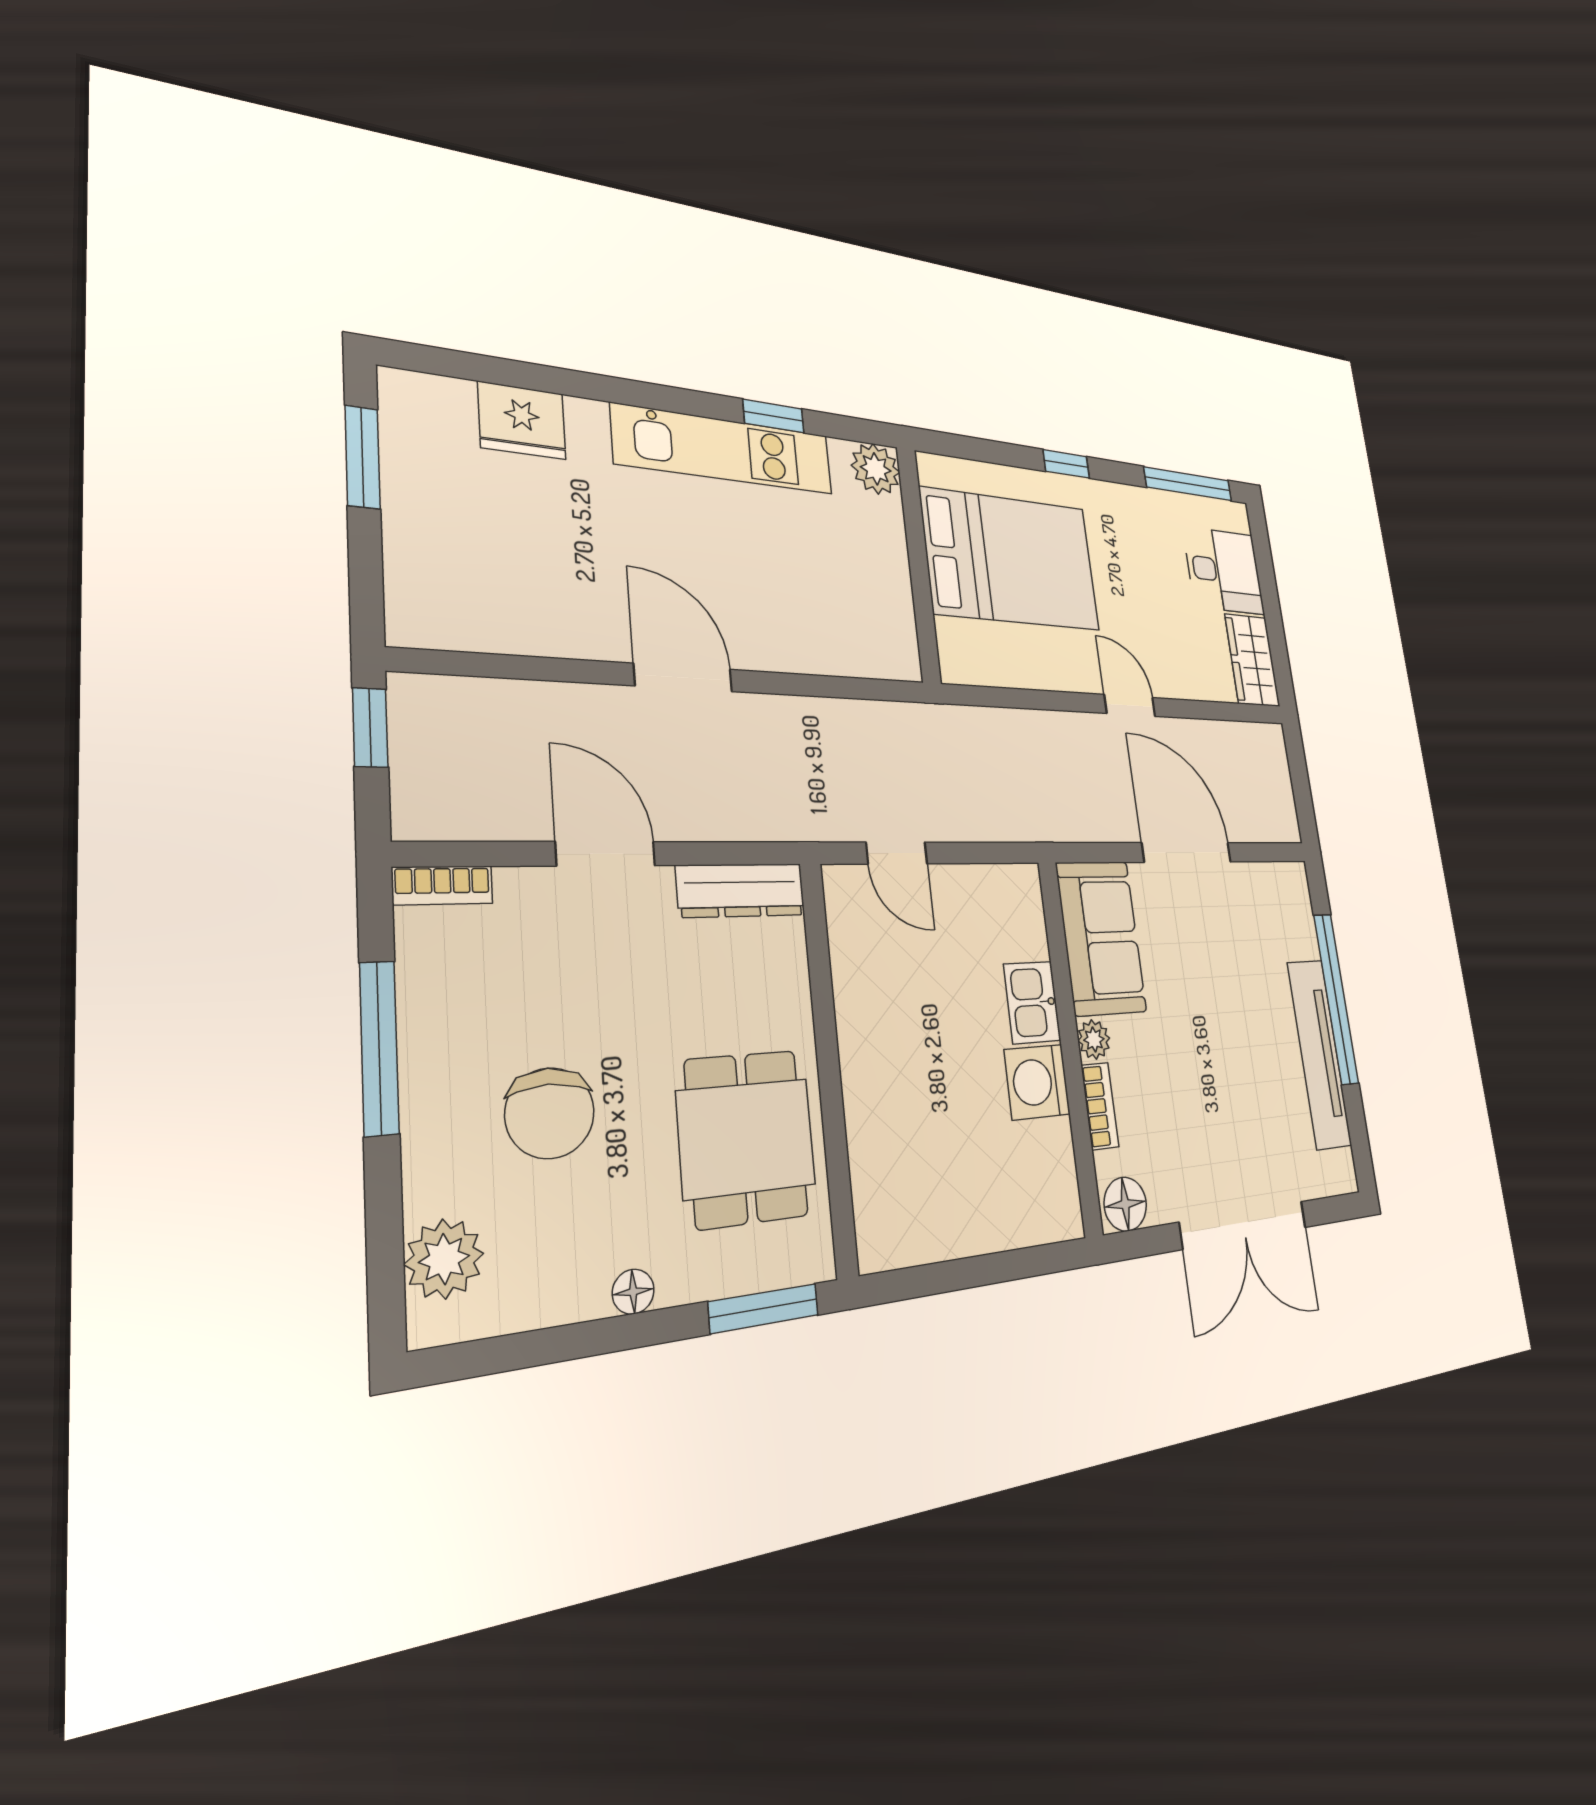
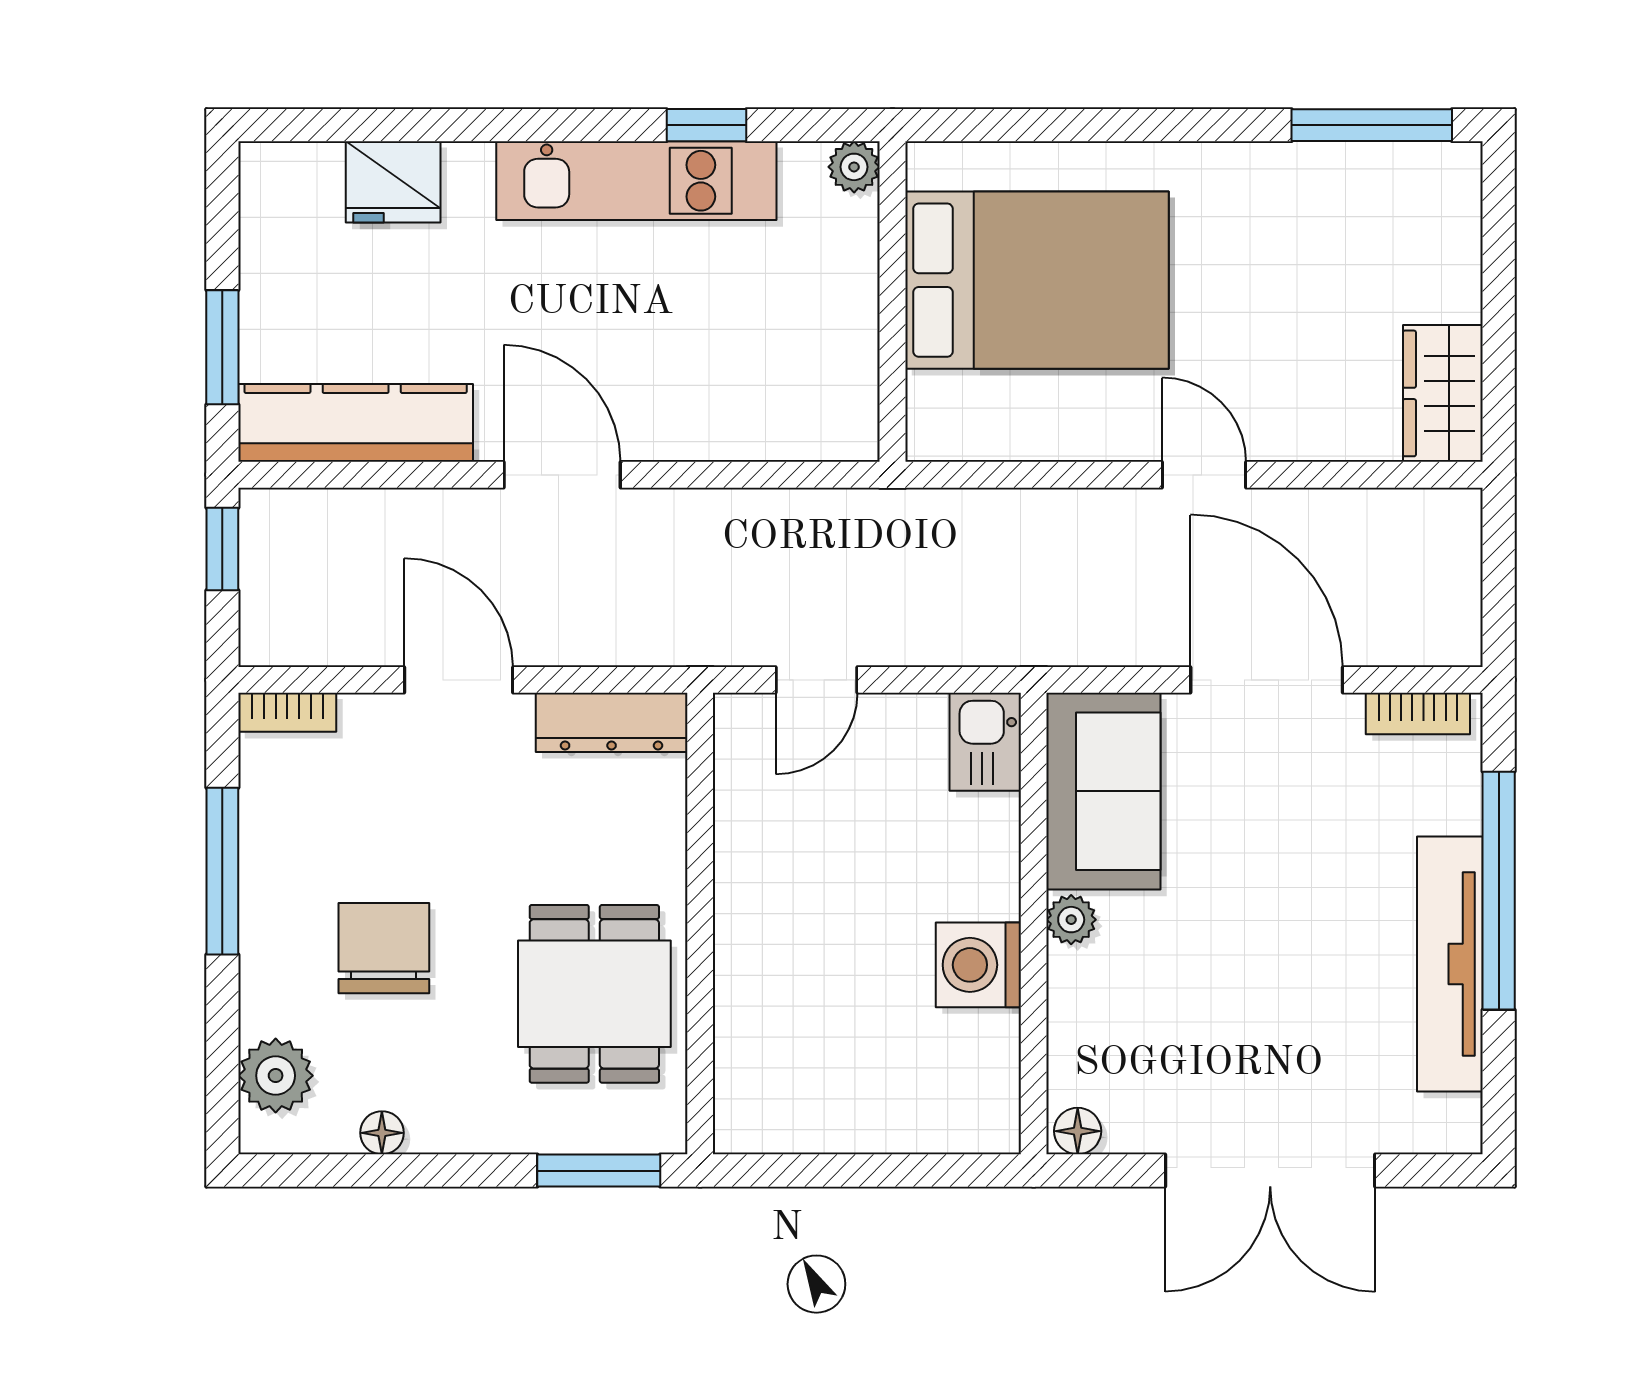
window: (363, 457) -> (222, 347), moved
window: (1066, 464) -> (1152, 125), removed
plant: (876, 469) -> (854, 167), width x0.73, depth x0.73
desk: (1224, 571) -> (1415, 257), removed
kitchen counter: (498, 620) -> (356, 423), added
door: (897, 853) -> (817, 680), hinge flipped
kitchen sink: (1032, 1002) -> (985, 742), moved
bookcase: (1100, 1106) -> (1418, 714), moved, turned 90
chair: (550, 1113) -> (384, 948), turned 180
floor lamp: (1125, 1204) -> (1078, 1131), width x0.73, depth x0.73
floor lamp: (633, 1292) -> (382, 1133), moved

